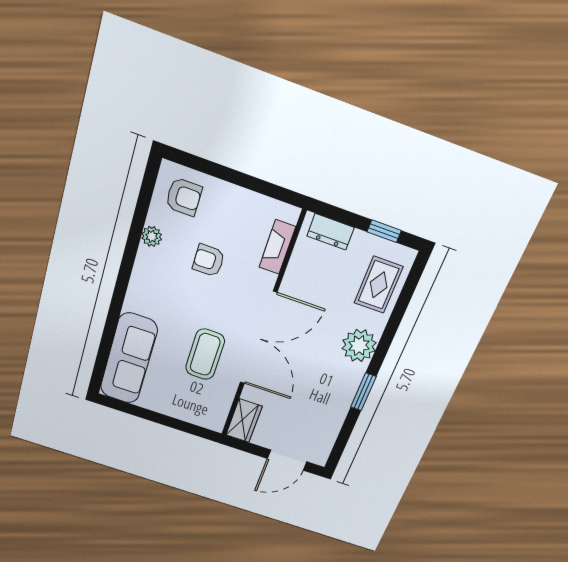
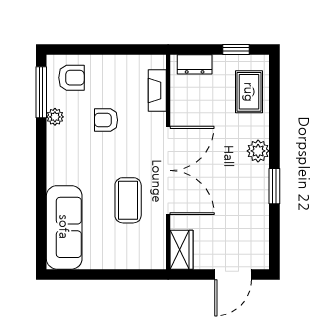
window: (144, 202) -> (41, 92), added
plant: (359, 346) -> (258, 151), width x0.73, depth x0.73

